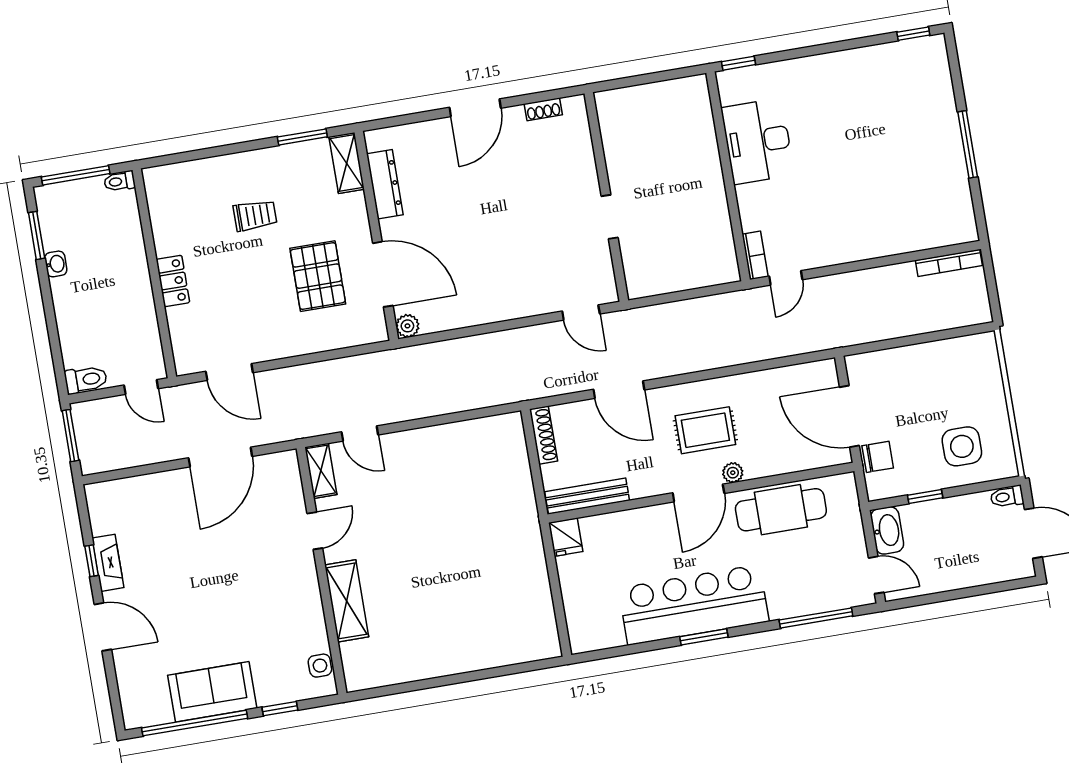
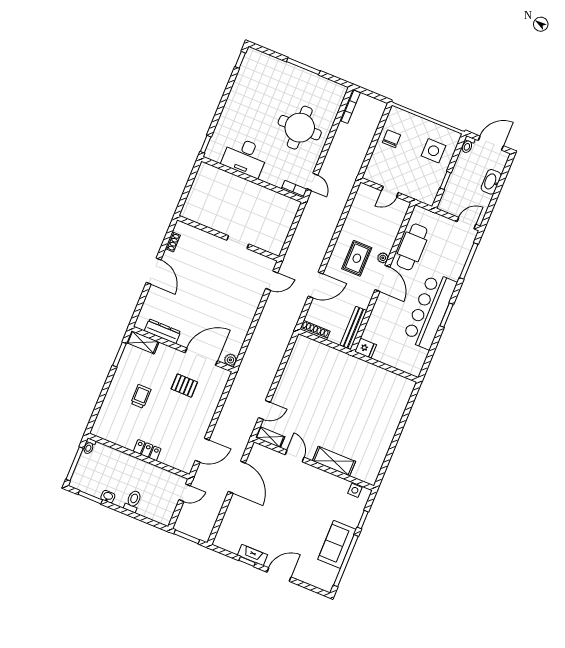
round table: (862, 202) -> (300, 128), added
pallet: (318, 276) -> (184, 386), width x0.67, depth x0.71
toilet: (86, 380) -> (133, 501), moved
door: (849, 416) -> (390, 192), width x0.53
chair: (878, 457) -> (391, 139), moved
washbasin: (887, 530) -> (491, 182), moved, turned -90

